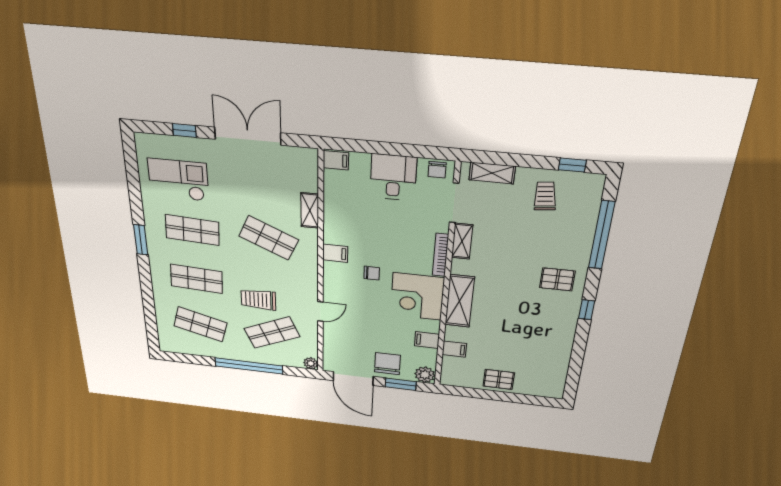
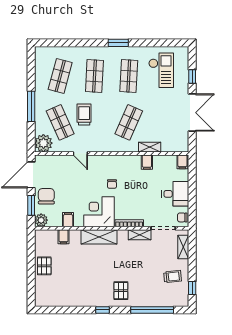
filing cabinet: (335, 253) -> (147, 162), moved
plant: (311, 363) -> (43, 143), width x1.88, depth x1.88
chair: (387, 364) -> (46, 196), turned -90
window: (249, 366) -> (31, 106), width x0.68

